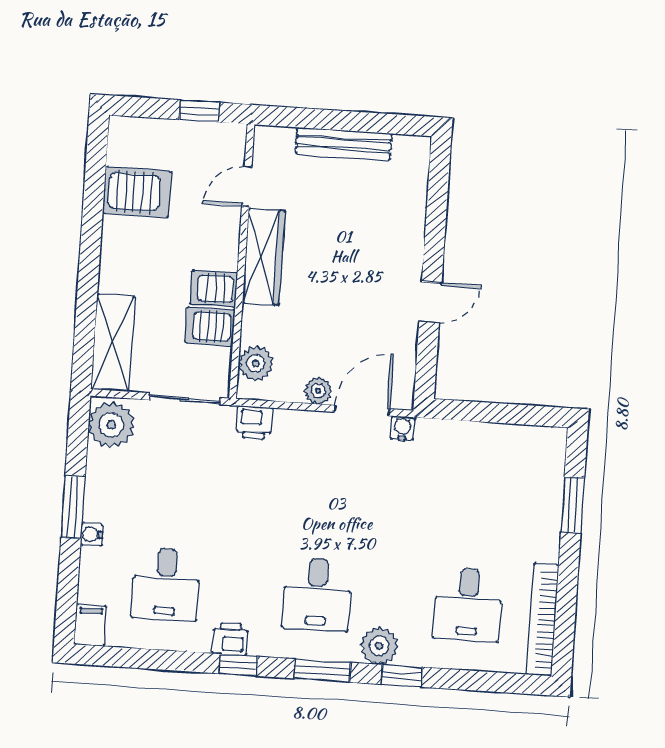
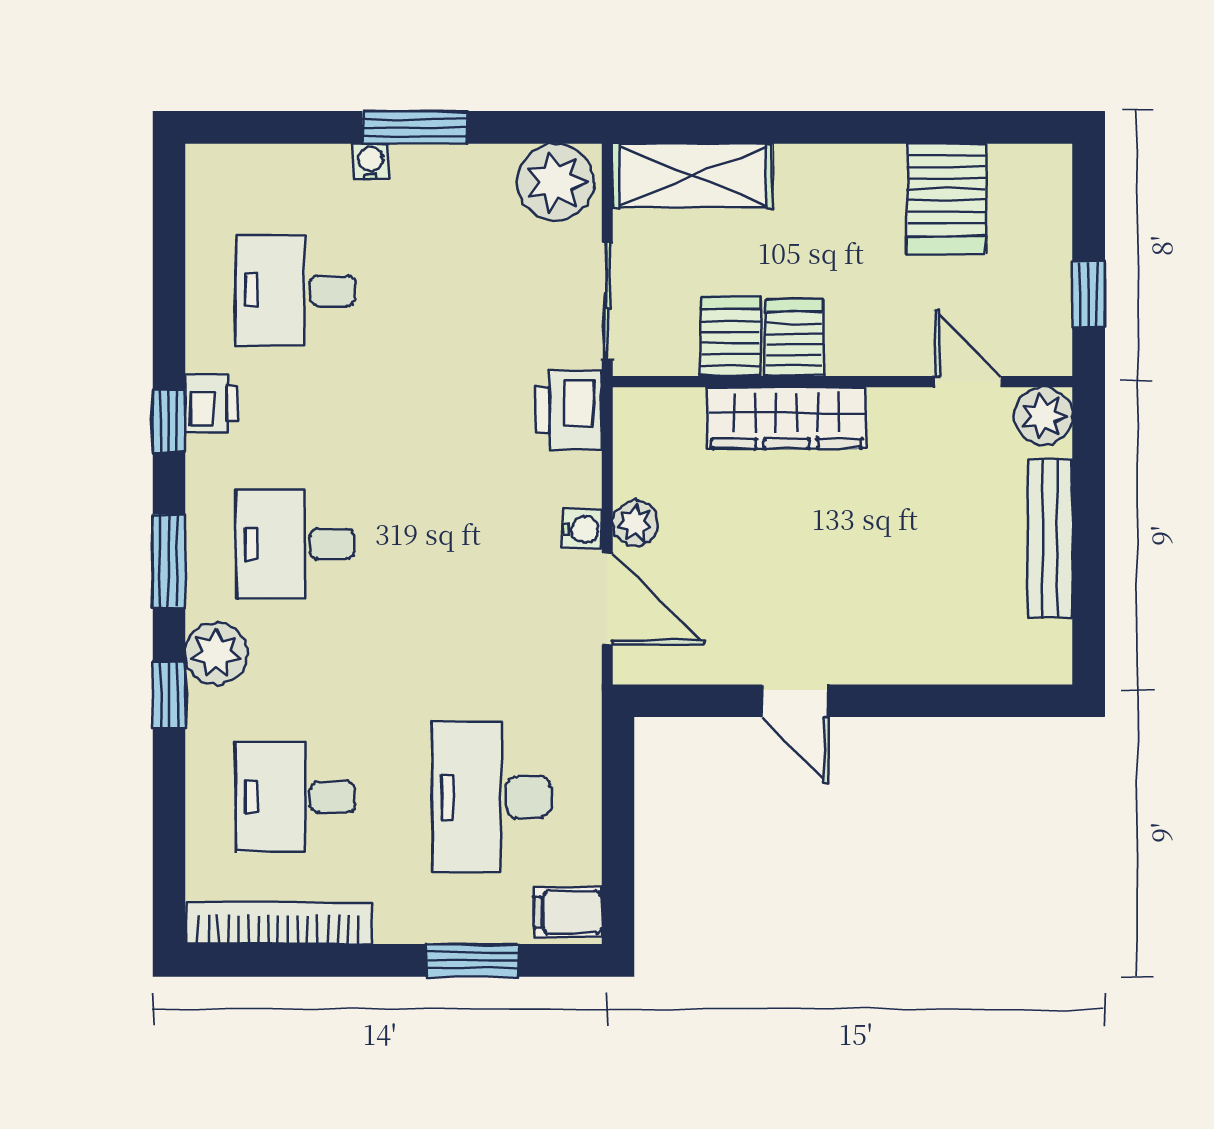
wardrobe: (264, 257) -> (787, 418), moved
plant: (256, 363) -> (1043, 416), moved
printer: (254, 423) -> (569, 410), width x1.36, depth x1.24
water cooler: (402, 428) -> (582, 529), moved
desk: (476, 487) -> (492, 797), added
filing cabinet: (90, 625) -> (568, 912), moved, turned 180

